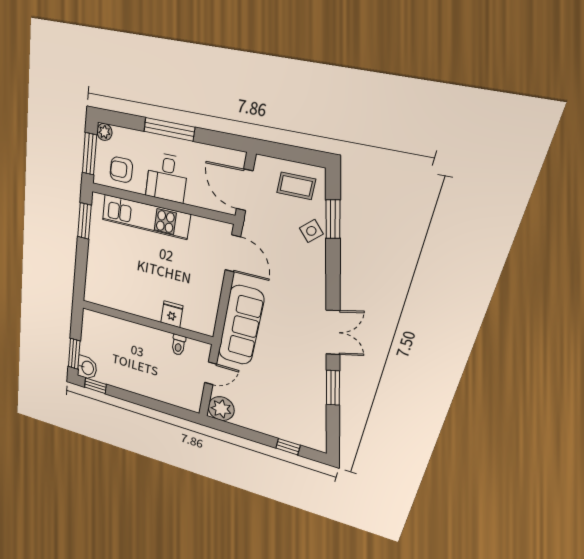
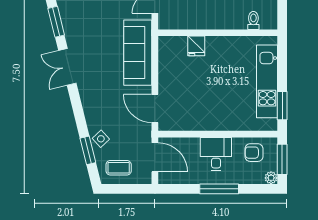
armchair: (121, 170) -> (254, 153), turned 180
kitchen unit: (146, 217) -> (267, 81), moved, turned -90
toilet: (178, 345) -> (253, 20), moved

